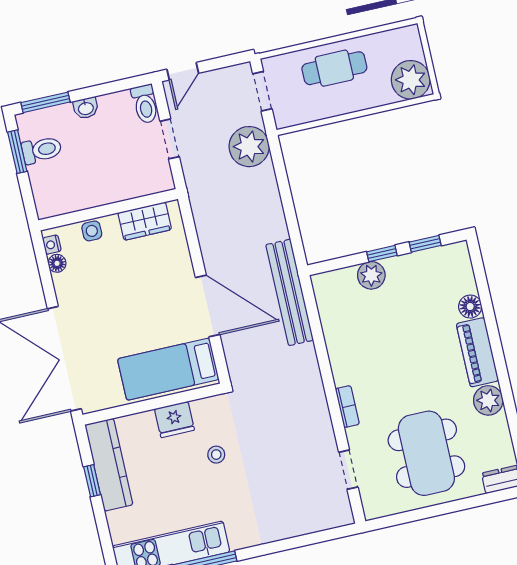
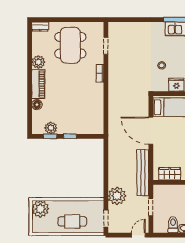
toilet: (145, 104) -> (173, 225), moved
plant: (371, 275) -> (51, 128), moved
bench: (290, 292) -> (143, 173), moved

